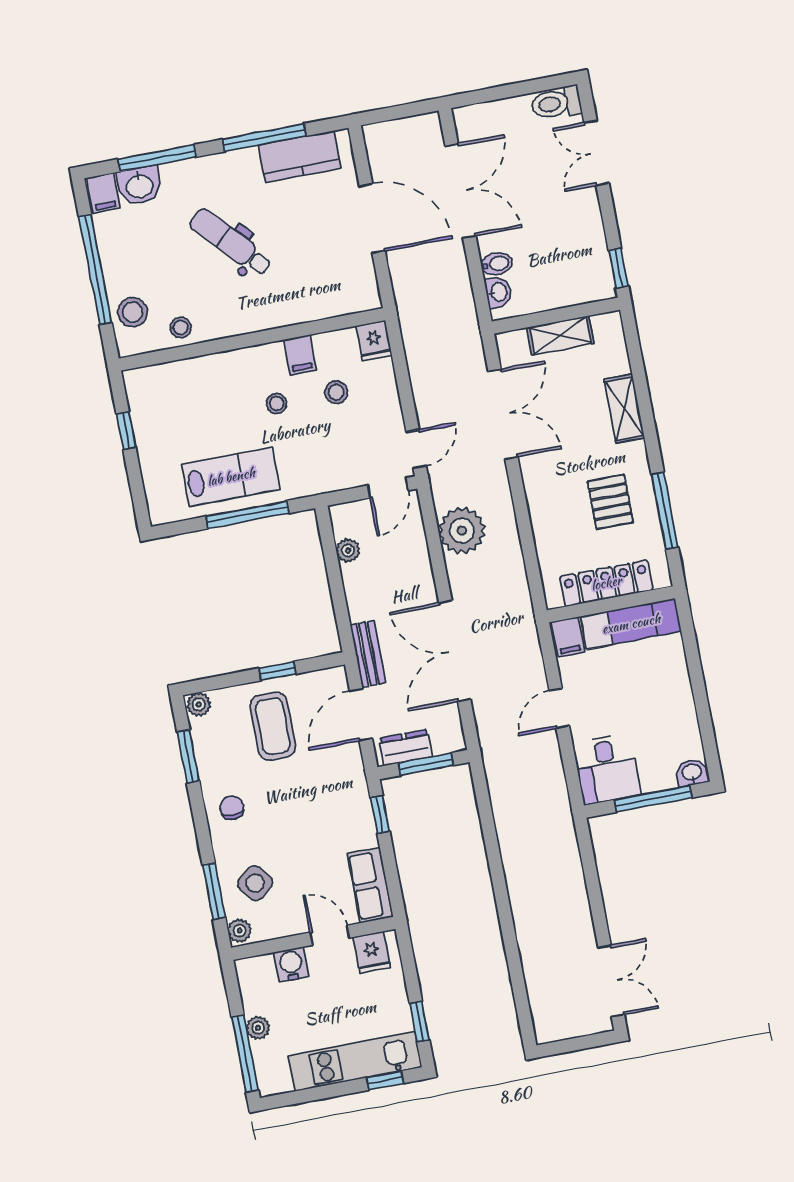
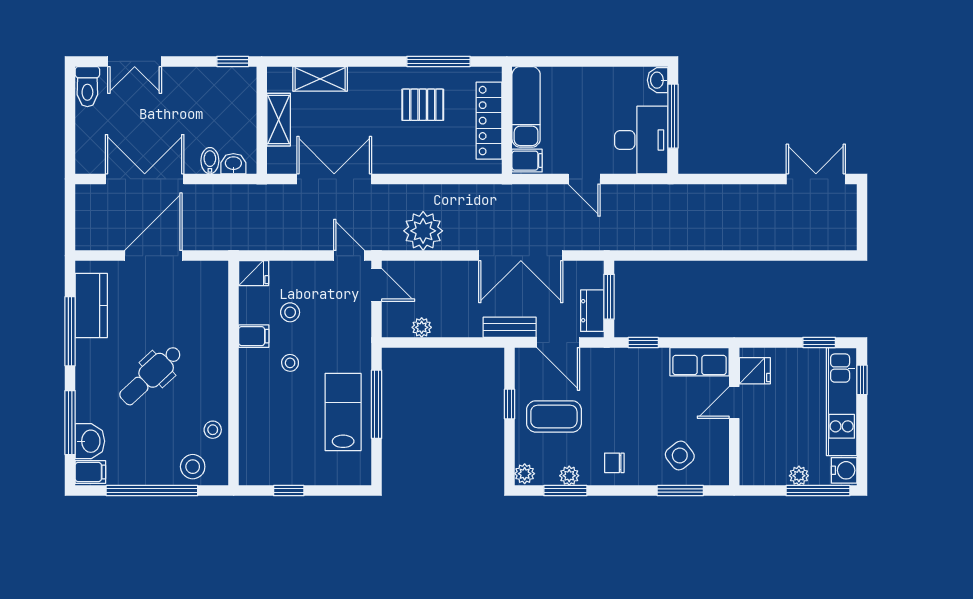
shelving: (624, 409) -> (320, 79), moved
desk: (607, 769) -> (641, 140), width x1.37
plant: (240, 931) -> (569, 476), moved
water cooler: (291, 964) -> (844, 470), moved, turned 180

